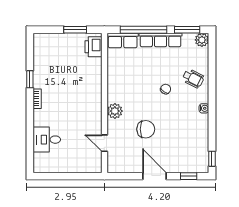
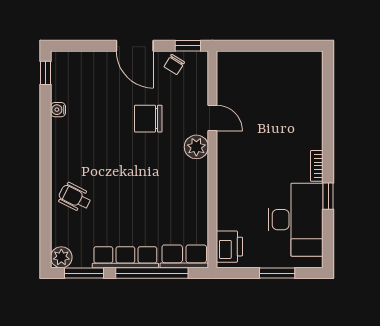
window: (75, 30) -> (277, 273), moved
chair: (166, 89) -> (174, 64), moved
water cooler: (204, 108) -> (58, 110), moved
desk: (47, 140) -> (295, 220), moved, width x1.87, depth x1.30
door: (104, 143) -> (212, 118), moved
window: (189, 176) -> (188, 46), moved

